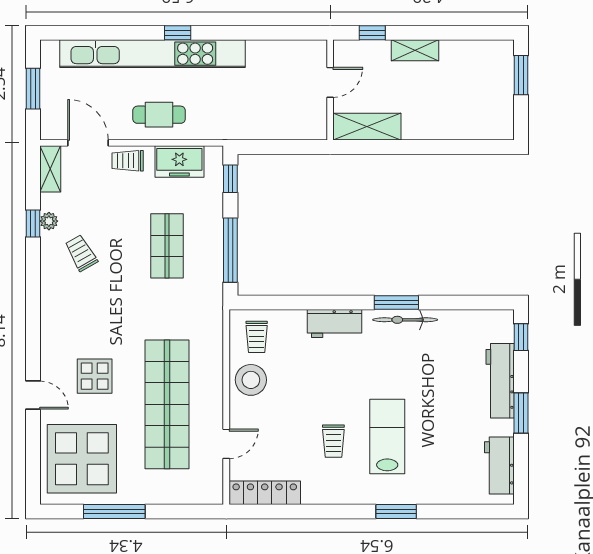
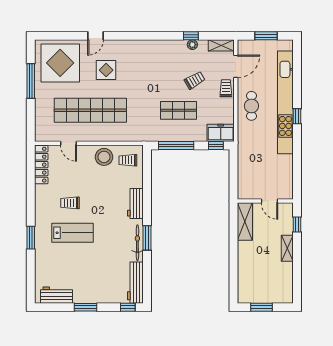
window: (521, 75) -> (261, 307), moved
freezer: (179, 162) -> (221, 133), moved, turned 90
trolley: (81, 253) -> (195, 80), moved
workbench: (500, 381) -> (135, 283), moved, turned -90

